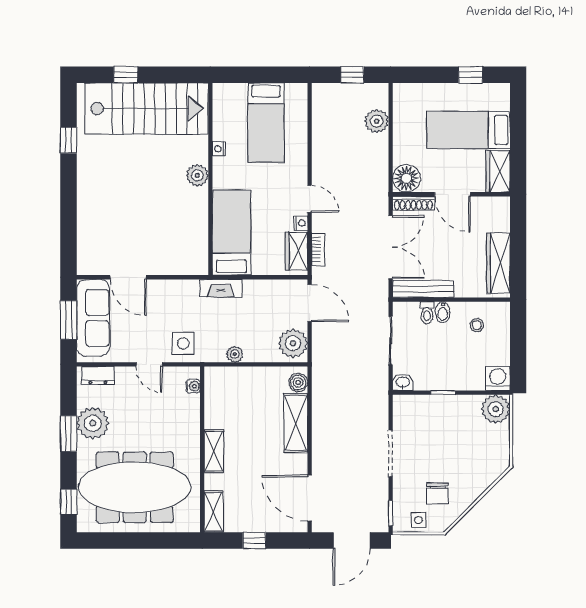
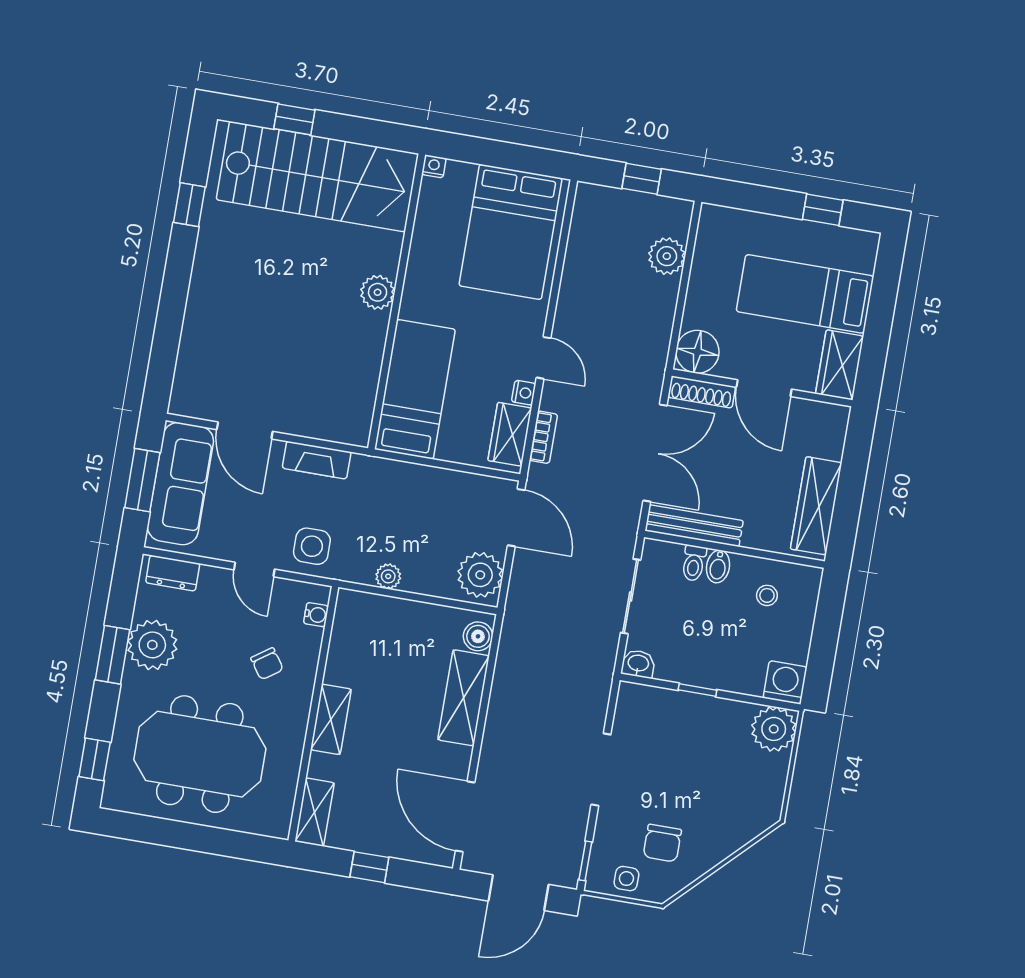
bed: (266, 123) -> (510, 232), width x1.50
nightstand: (219, 149) -> (434, 166), moved, turned 90
fireplace: (221, 288) -> (317, 460), moved
chair: (167, 423) -> (267, 664), added
meeting table: (135, 487) -> (200, 754), width x0.73

